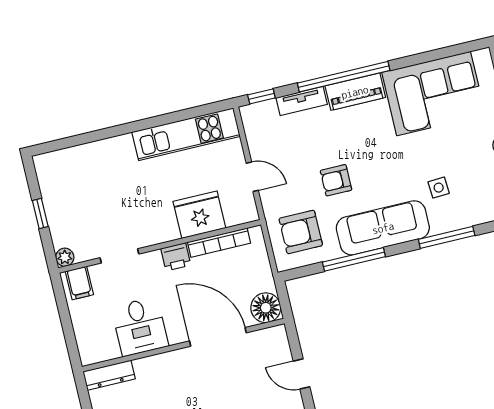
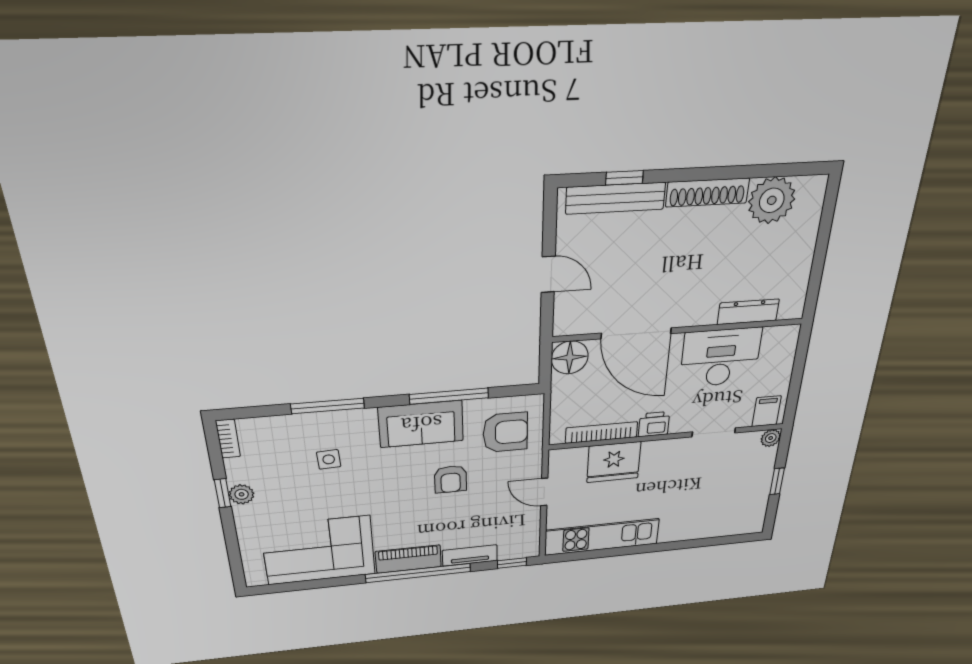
armchair: (336, 180) -> (451, 479), turned 90
sofa: (383, 228) -> (421, 424), width x0.73
desk: (140, 327) -> (720, 358), width x1.37
dresser: (109, 375) -> (748, 312), moved

